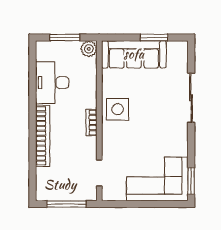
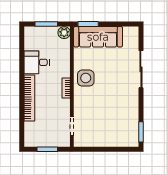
window: (154, 38) -> (88, 24), moved
desk: (52, 83) -> (37, 62), width x0.73
corner sofa: (157, 179) -> (116, 130), removed
window: (66, 204) -> (47, 149), width x0.69

